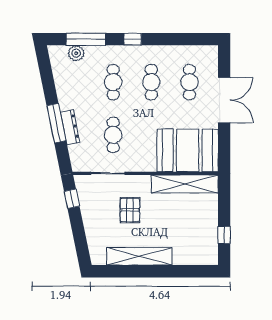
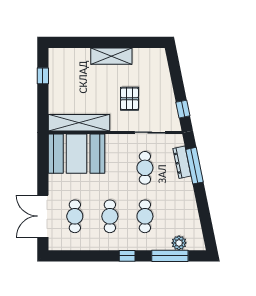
double door: (224, 100) -> (43, 216), moved
window: (56, 123) -> (194, 166), moved
dresser: (70, 127) -> (182, 162), moved
shelving: (139, 256) -> (111, 56), width x0.68

